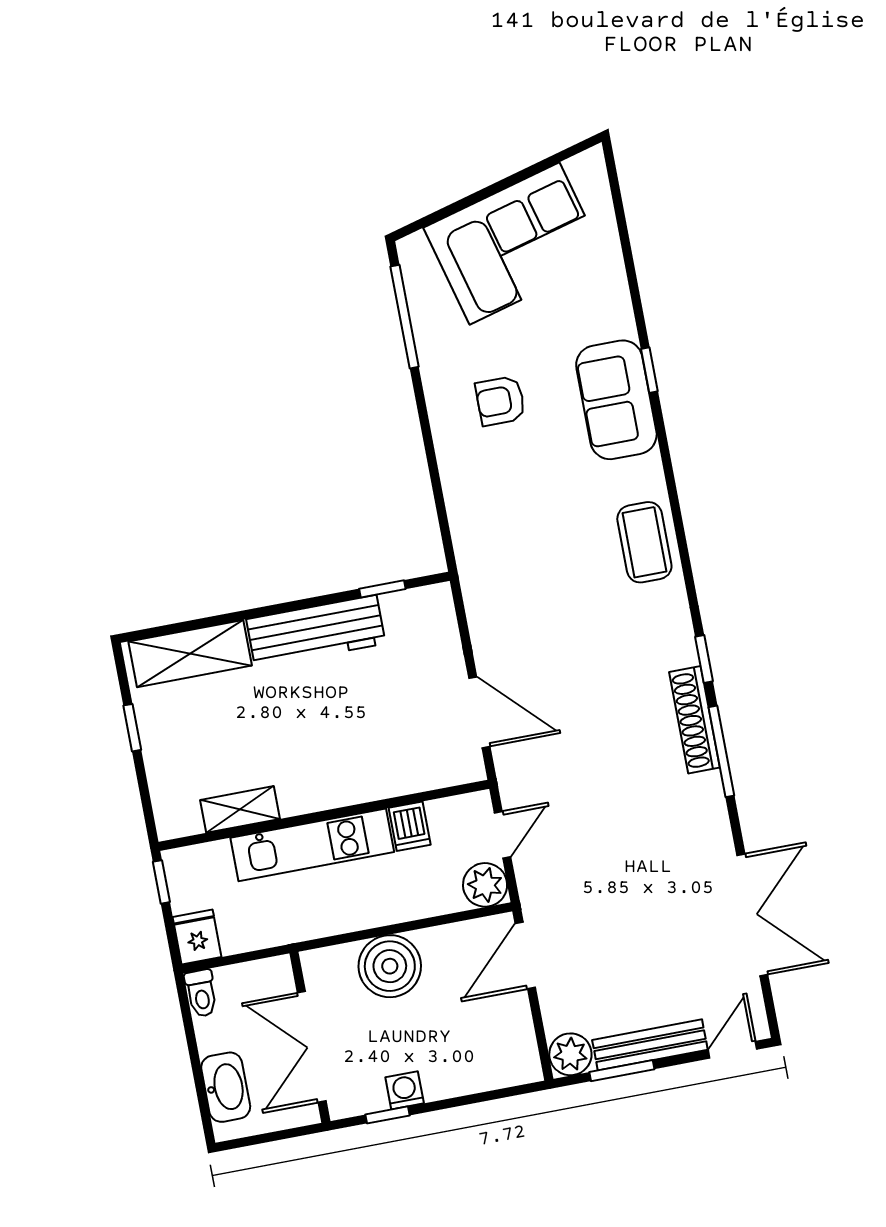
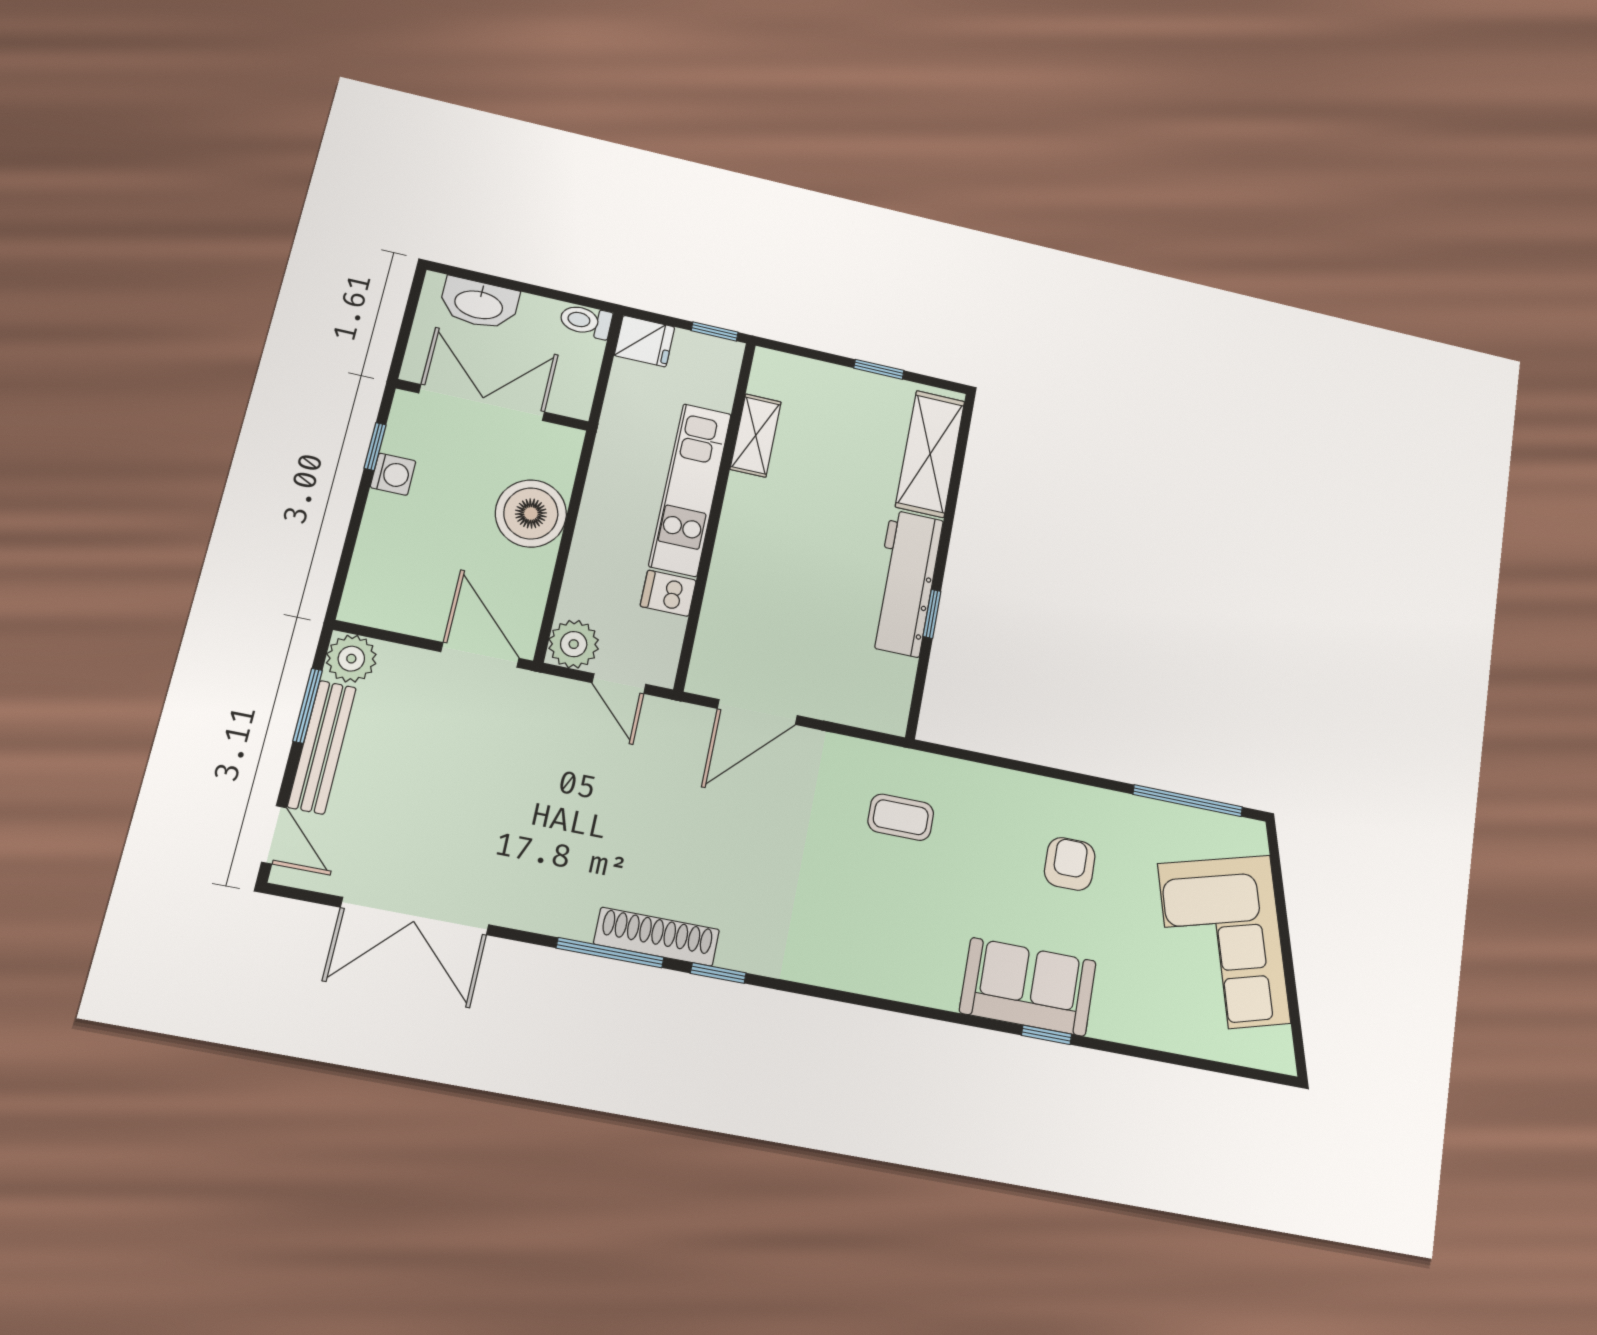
coffee table: (644, 542) -> (901, 817), moved, width x0.73, depth x0.77
window: (382, 589) -> (932, 614), moved

